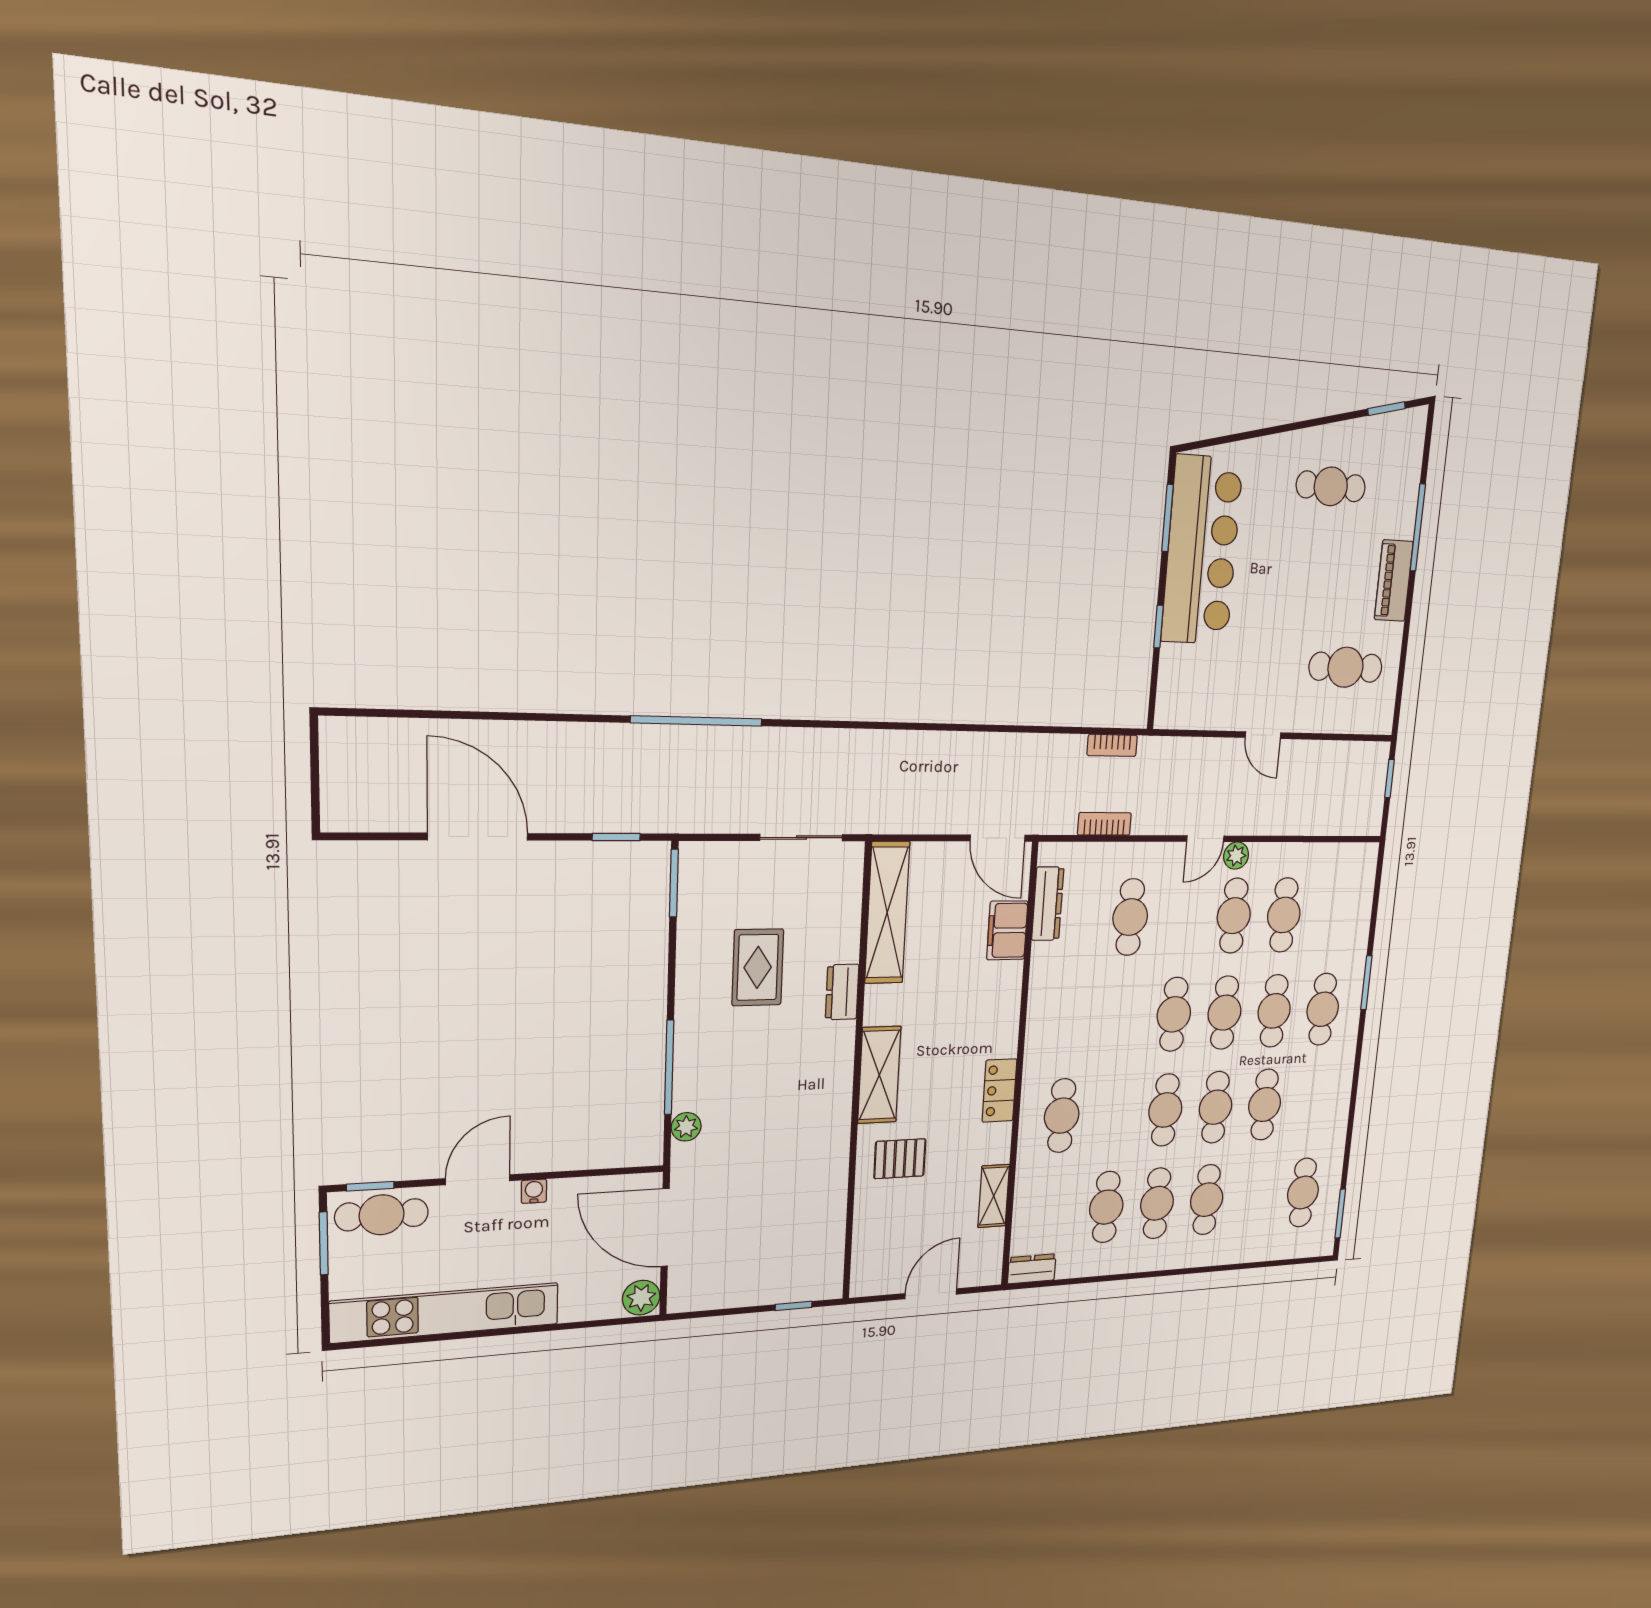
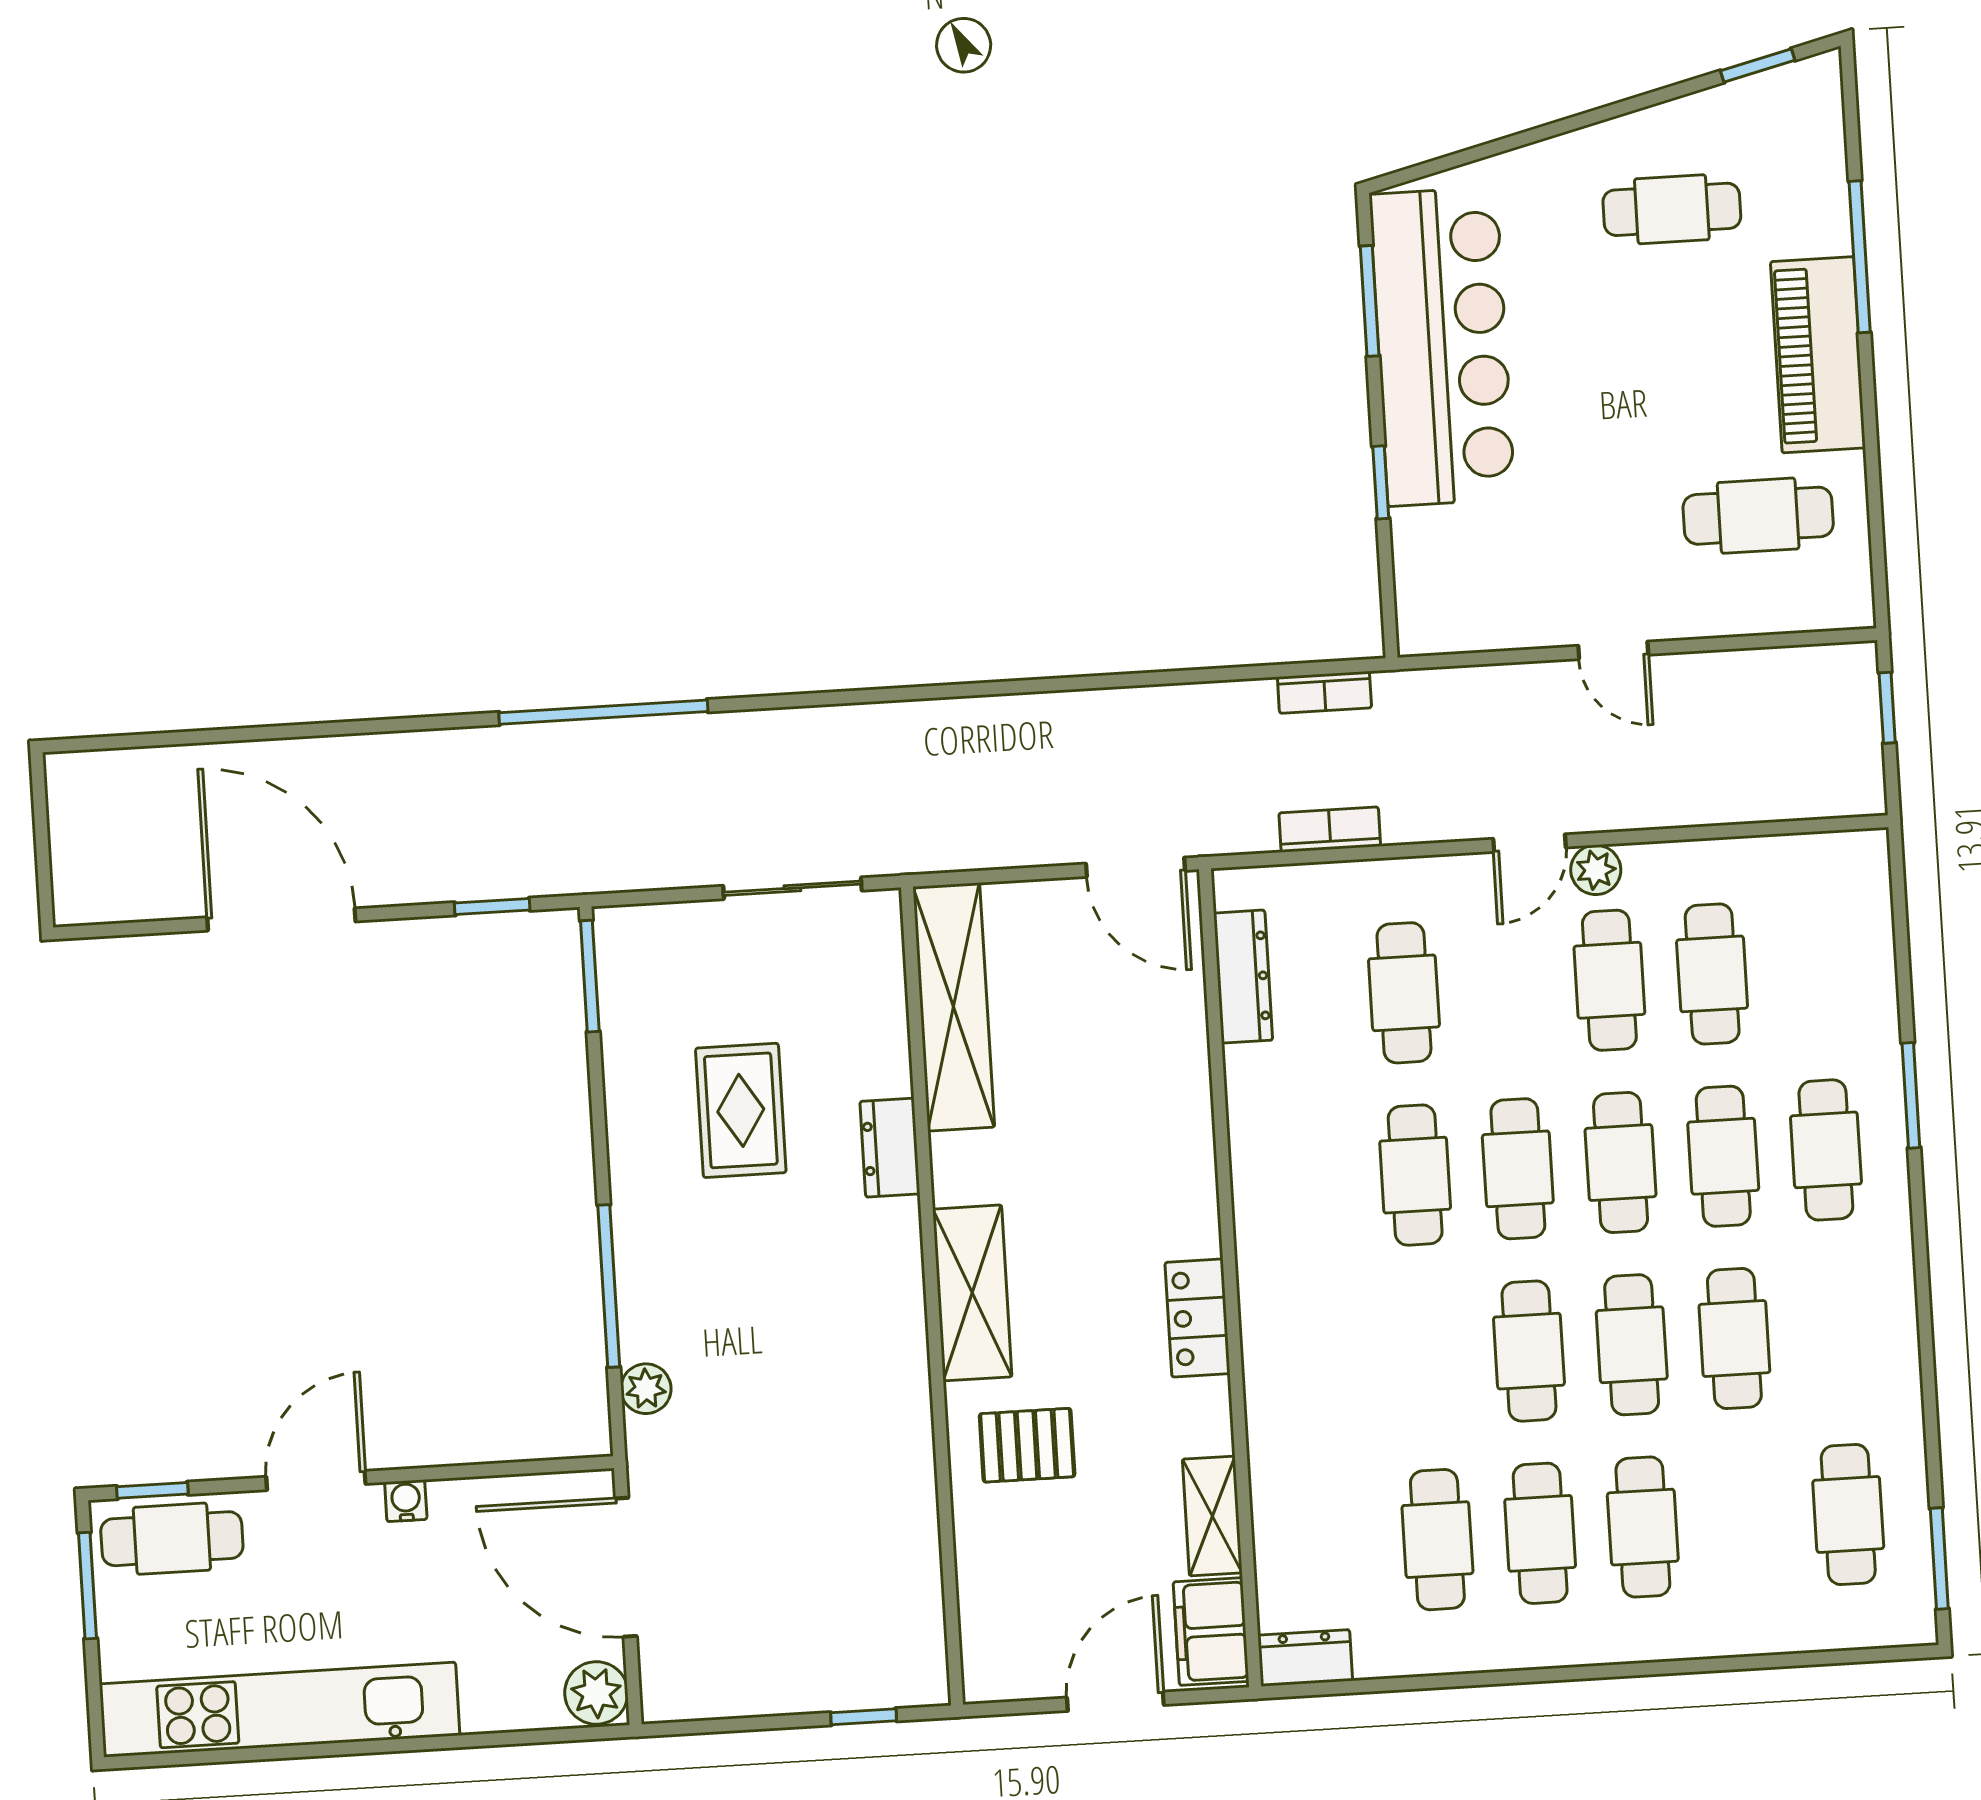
piano: (1394, 581) -> (1818, 355), width x1.37, depth x1.33
filing cabinet: (1007, 930) -> (1211, 1632), moved
cafe table: (1062, 1116) -> (1415, 1175), moved

